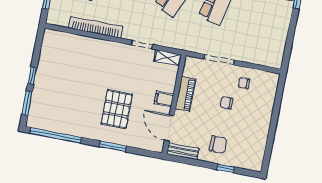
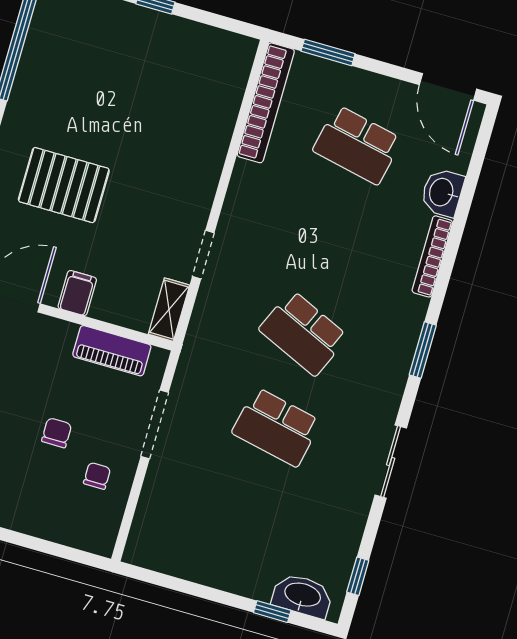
bookcase: (96, 27) -> (266, 103), moved
piano: (186, 94) -> (112, 351), moved

